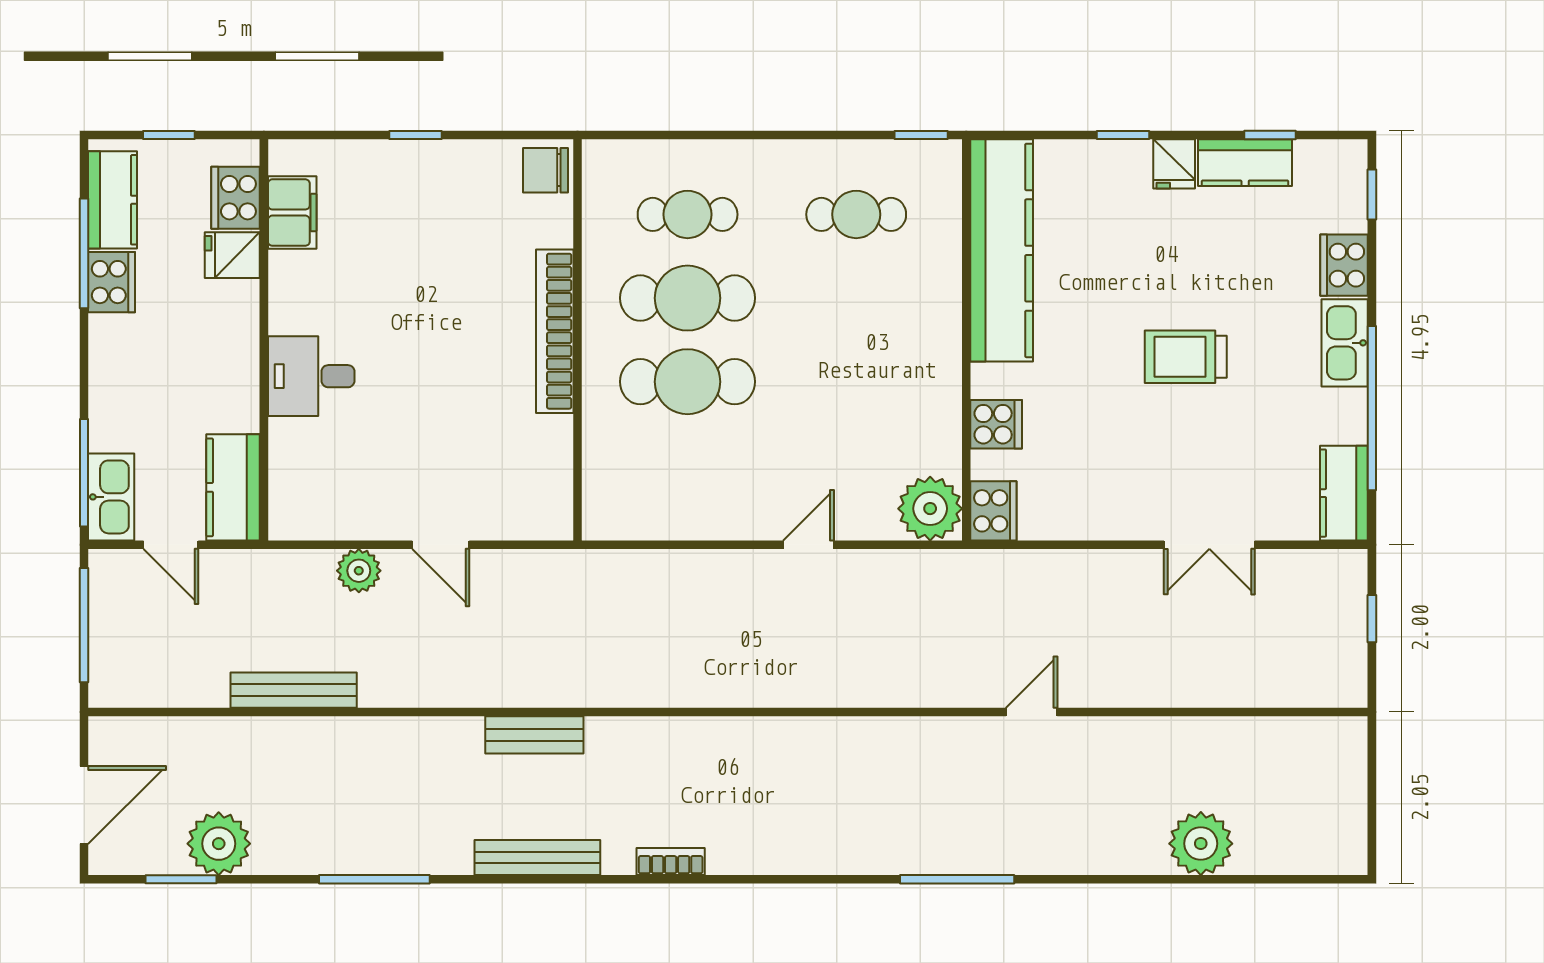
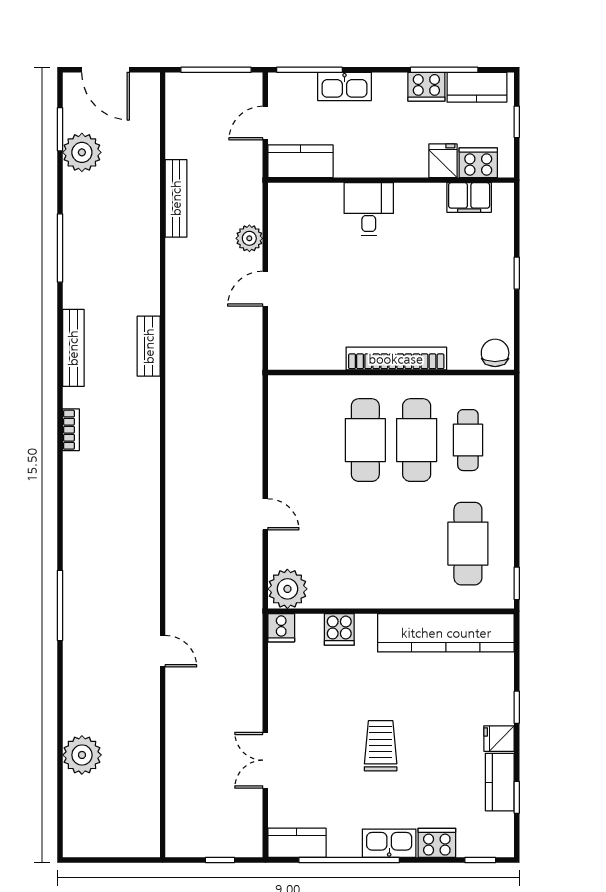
cafe table: (856, 214) -> (468, 544), width x1.37, depth x1.35
kitchen sink: (111, 497) -> (345, 86), moved
cooker: (993, 511) -> (281, 628), width x0.73

